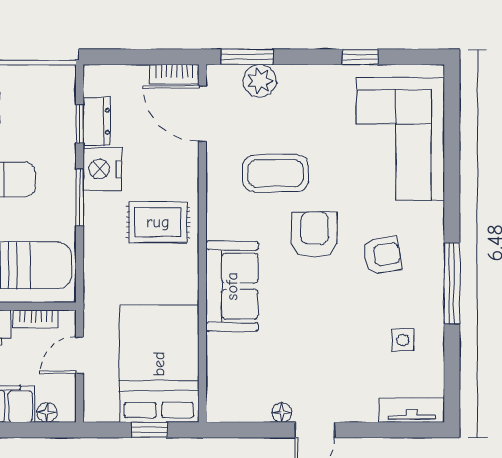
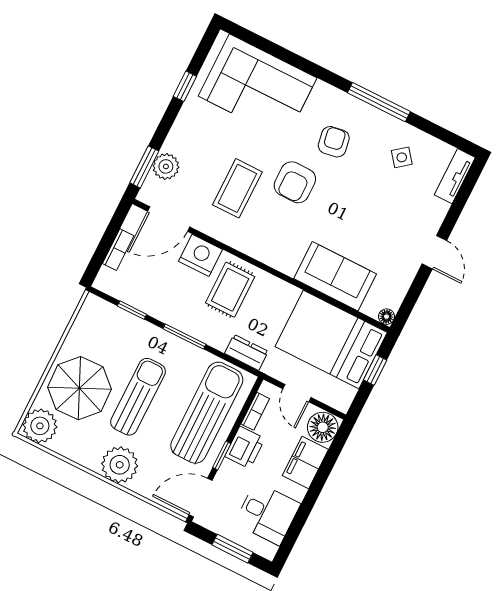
bookcase: (174, 74) -> (118, 250), moved
dresser: (97, 121) -> (246, 352), moved
nightstand: (102, 169) -> (201, 255), moved, turned 180
armchair: (315, 234) -> (295, 182), turned -90
sofa: (232, 286) -> (335, 276), moved
side table: (403, 340) -> (402, 157), turned -38
floor lamp: (47, 412) -> (323, 427), width x1.89, depth x1.89
floor lamp: (282, 413) -> (387, 317), moved

